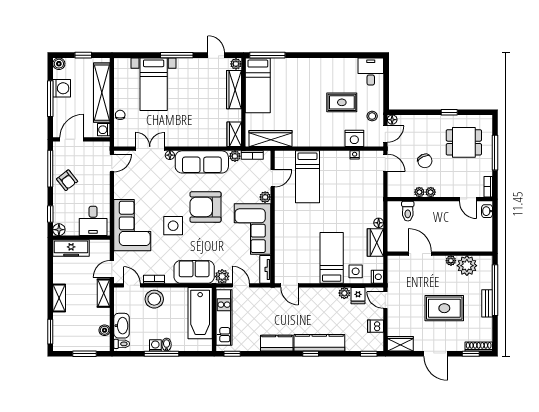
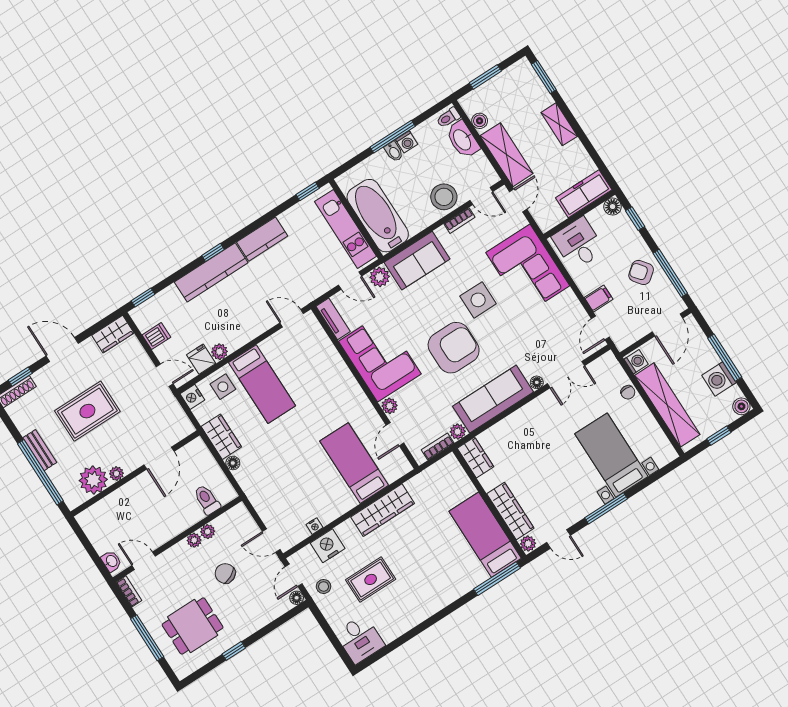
wardrobe: (270, 138) -> (383, 510), moved
filing cabinet: (102, 181) -> (599, 298), added
door: (420, 254) -> (159, 458), hinge flipped
shelving: (104, 293) -> (507, 155), width x1.50, depth x1.33

